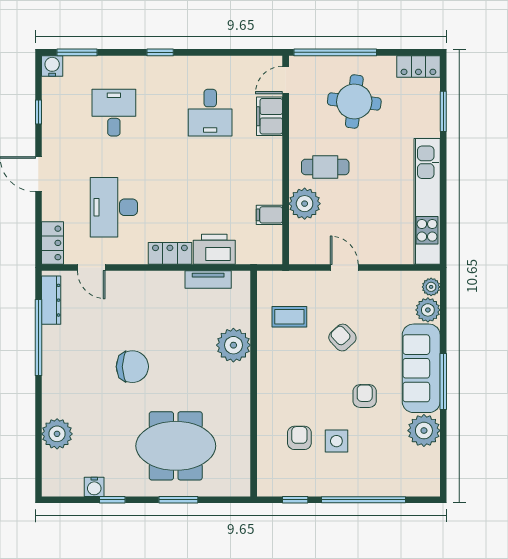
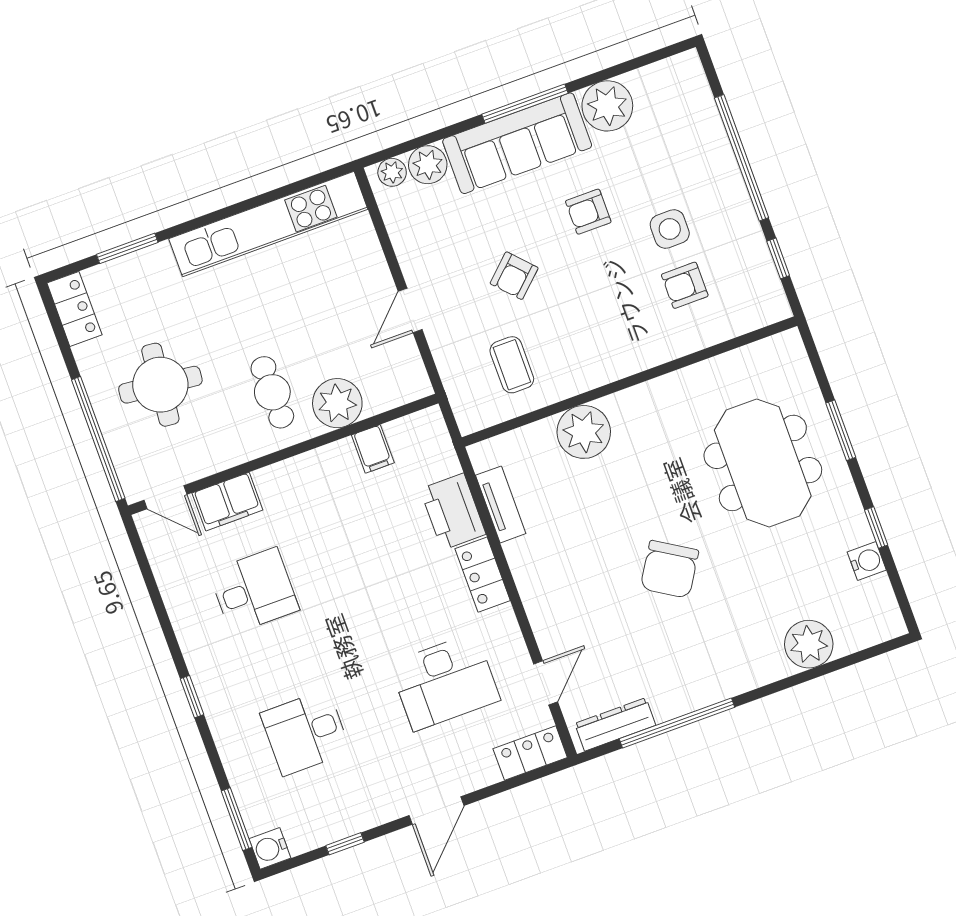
chair: (132, 367) -> (670, 569), turned -148

